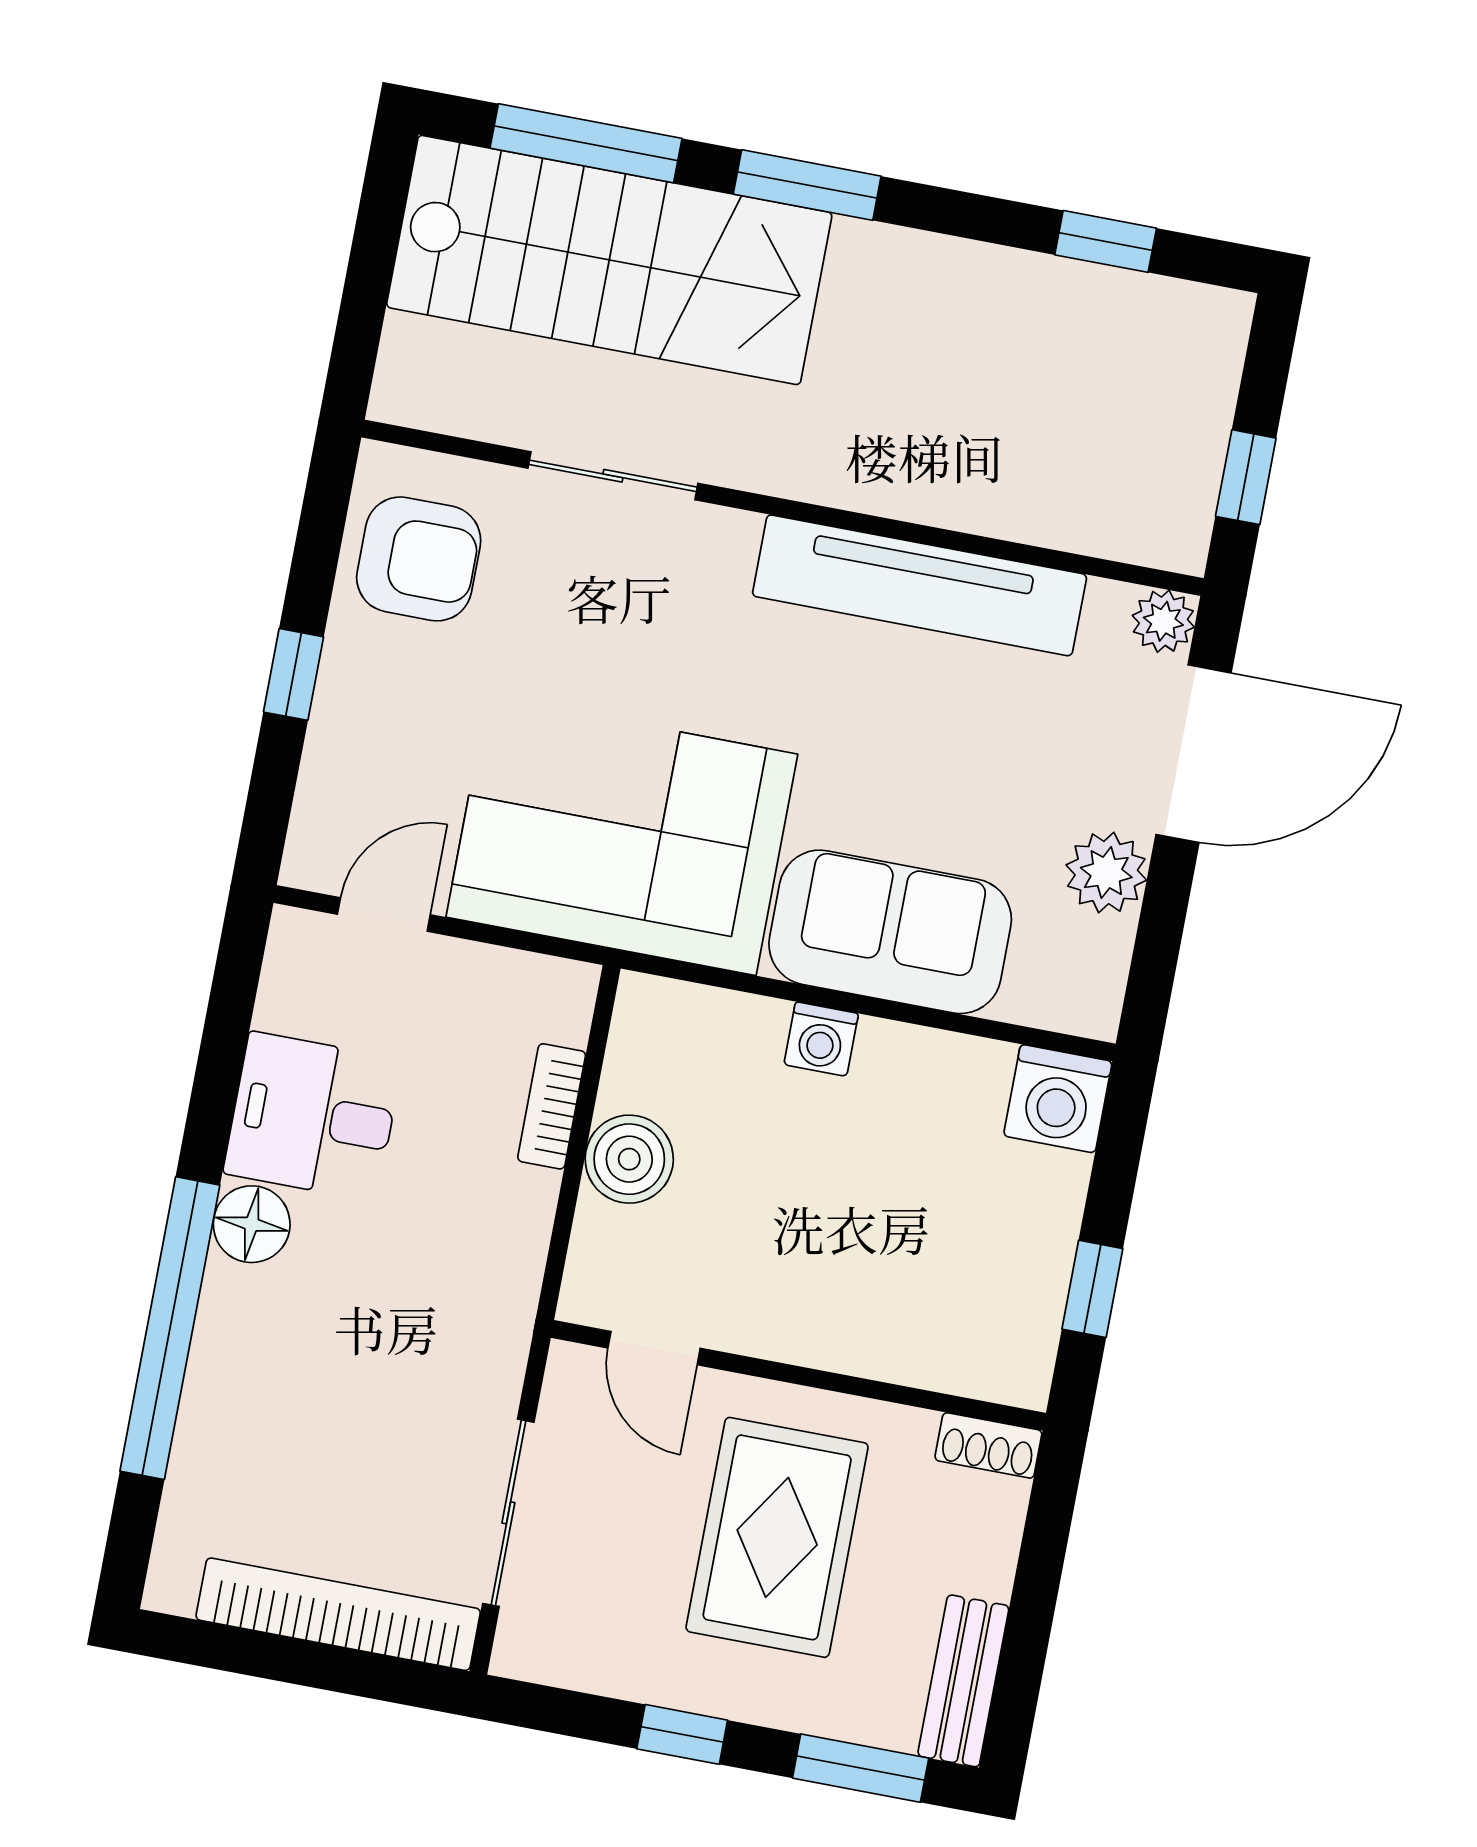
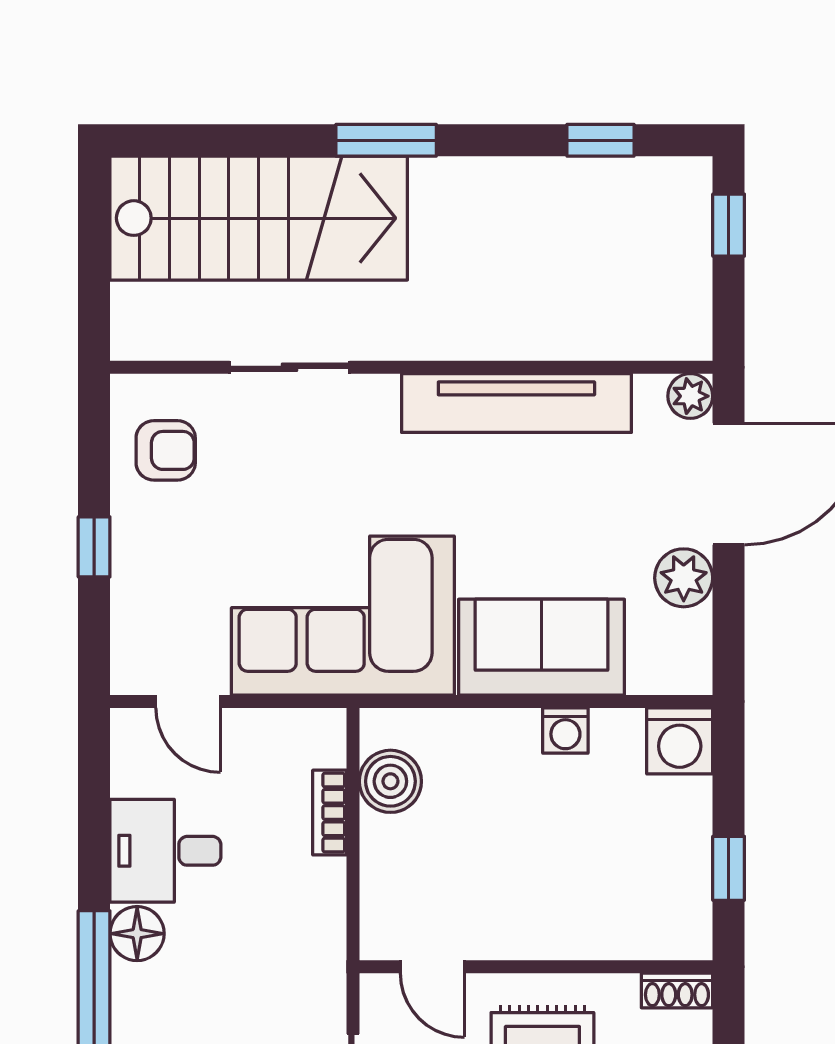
window: (586, 143) -> (227, 140), removed
window: (1246, 477) -> (729, 225), moved
armchair: (419, 559) -> (166, 450), width x0.72, depth x0.72
door: (384, 914) -> (188, 702), swing flipped
washing machine: (821, 1039) -> (565, 731), moved
boiler: (629, 1159) -> (390, 781), moved

